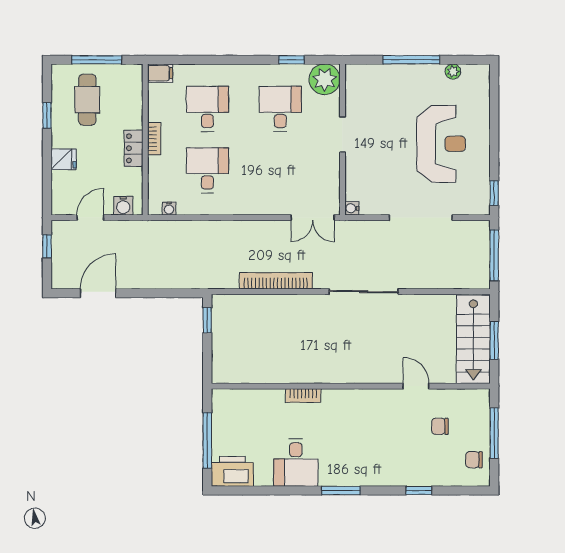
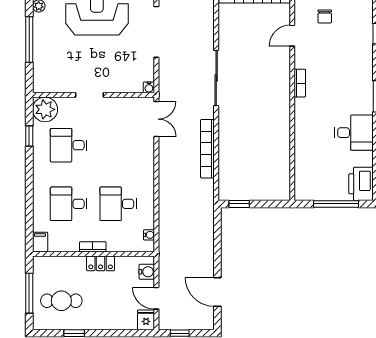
fridge: (64, 159) -> (146, 320), moved
bookcase: (303, 396) -> (300, 83), moved

